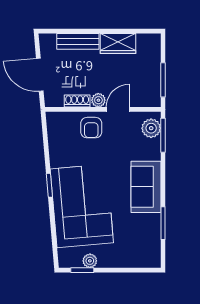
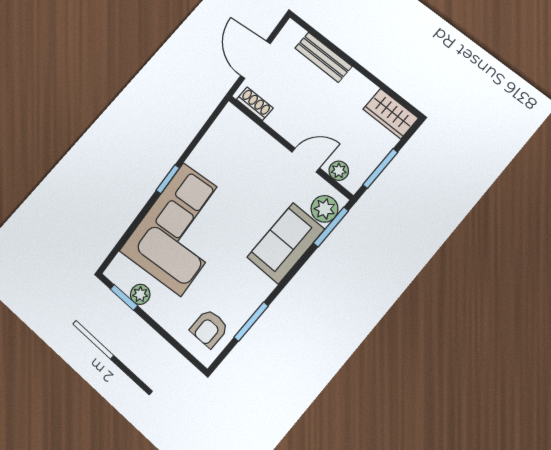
wardrobe: (118, 43) -> (391, 114), moved
plant: (98, 100) -> (339, 171), moved
shoe rack: (77, 101) -> (255, 104), moved
armchair: (91, 128) -> (209, 328), moved
sofa: (146, 187) -> (286, 243), moved

